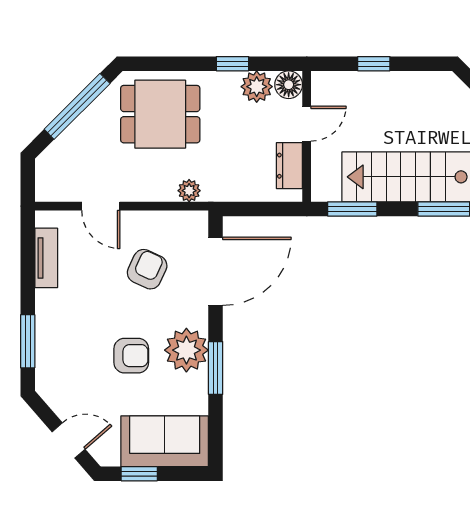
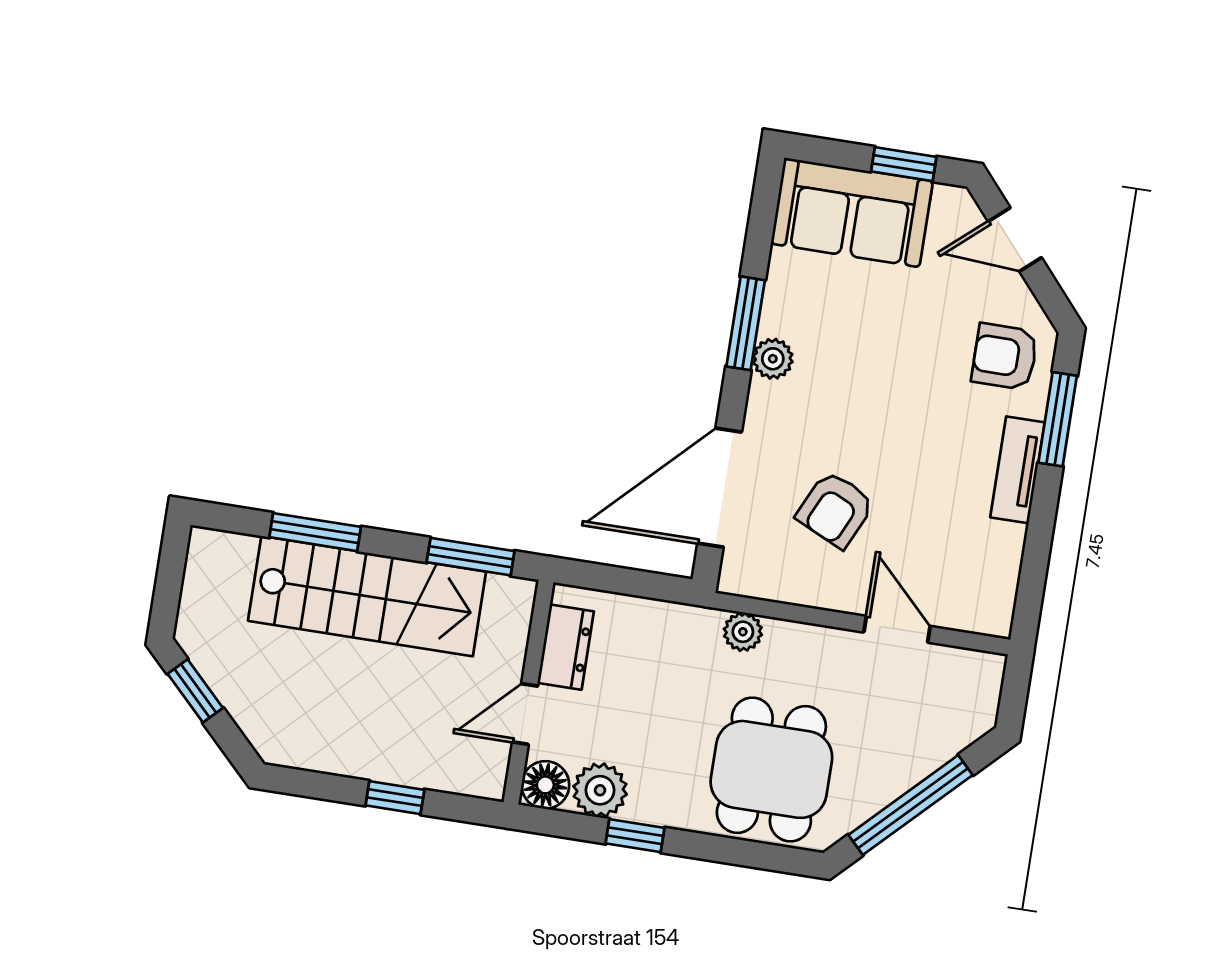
dining table: (160, 114) -> (771, 769), turned 90
tv unit: (46, 258) -> (1017, 470), moved
plant: (186, 350) -> (773, 359), width x0.53, depth x0.53
armchair: (131, 356) -> (1005, 357), moved

